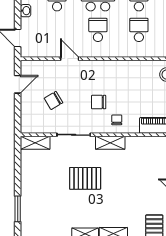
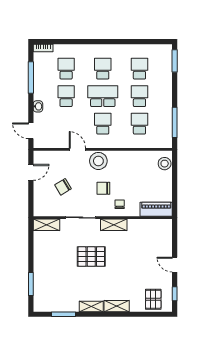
stool: (93, 72) -> (98, 161), added

